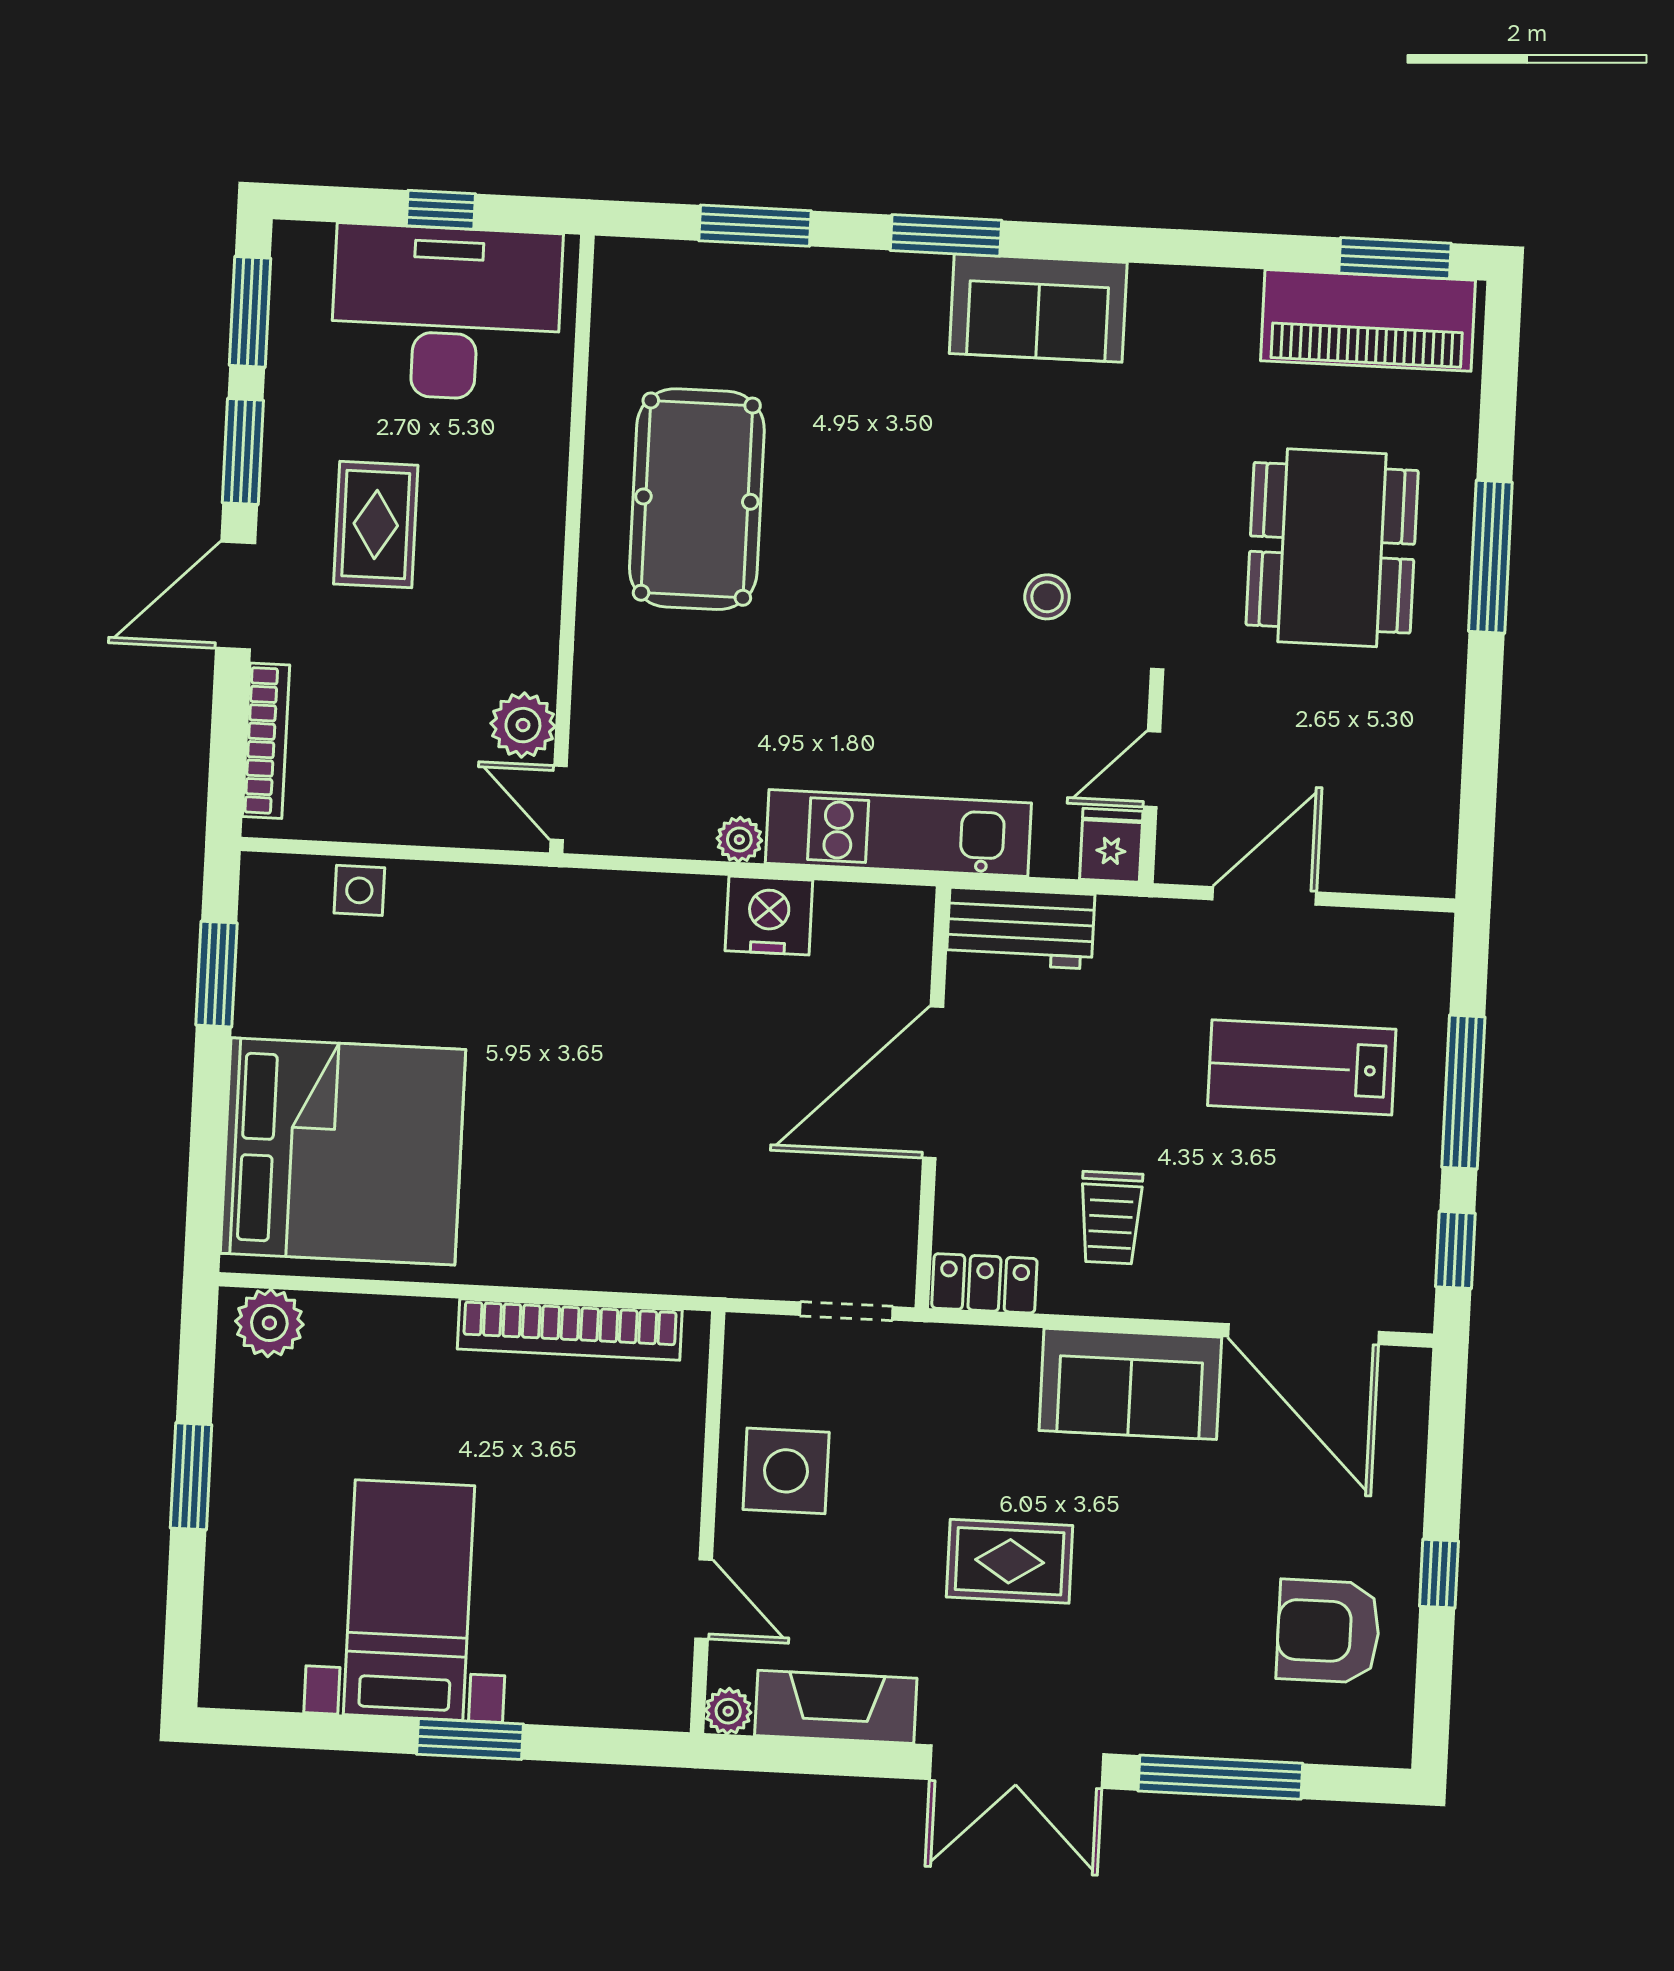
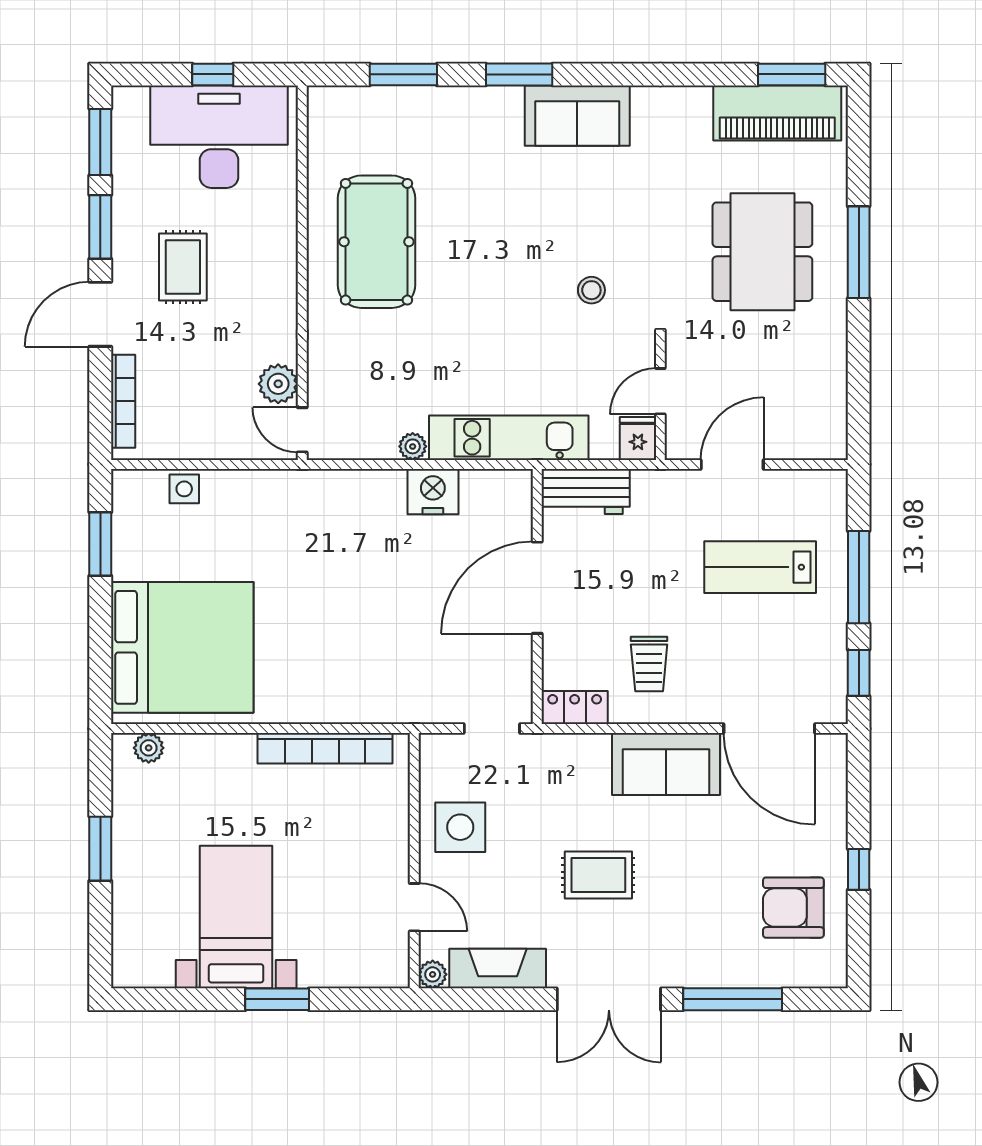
plant: (269, 1323) -> (149, 748), width x0.73, depth x0.73

